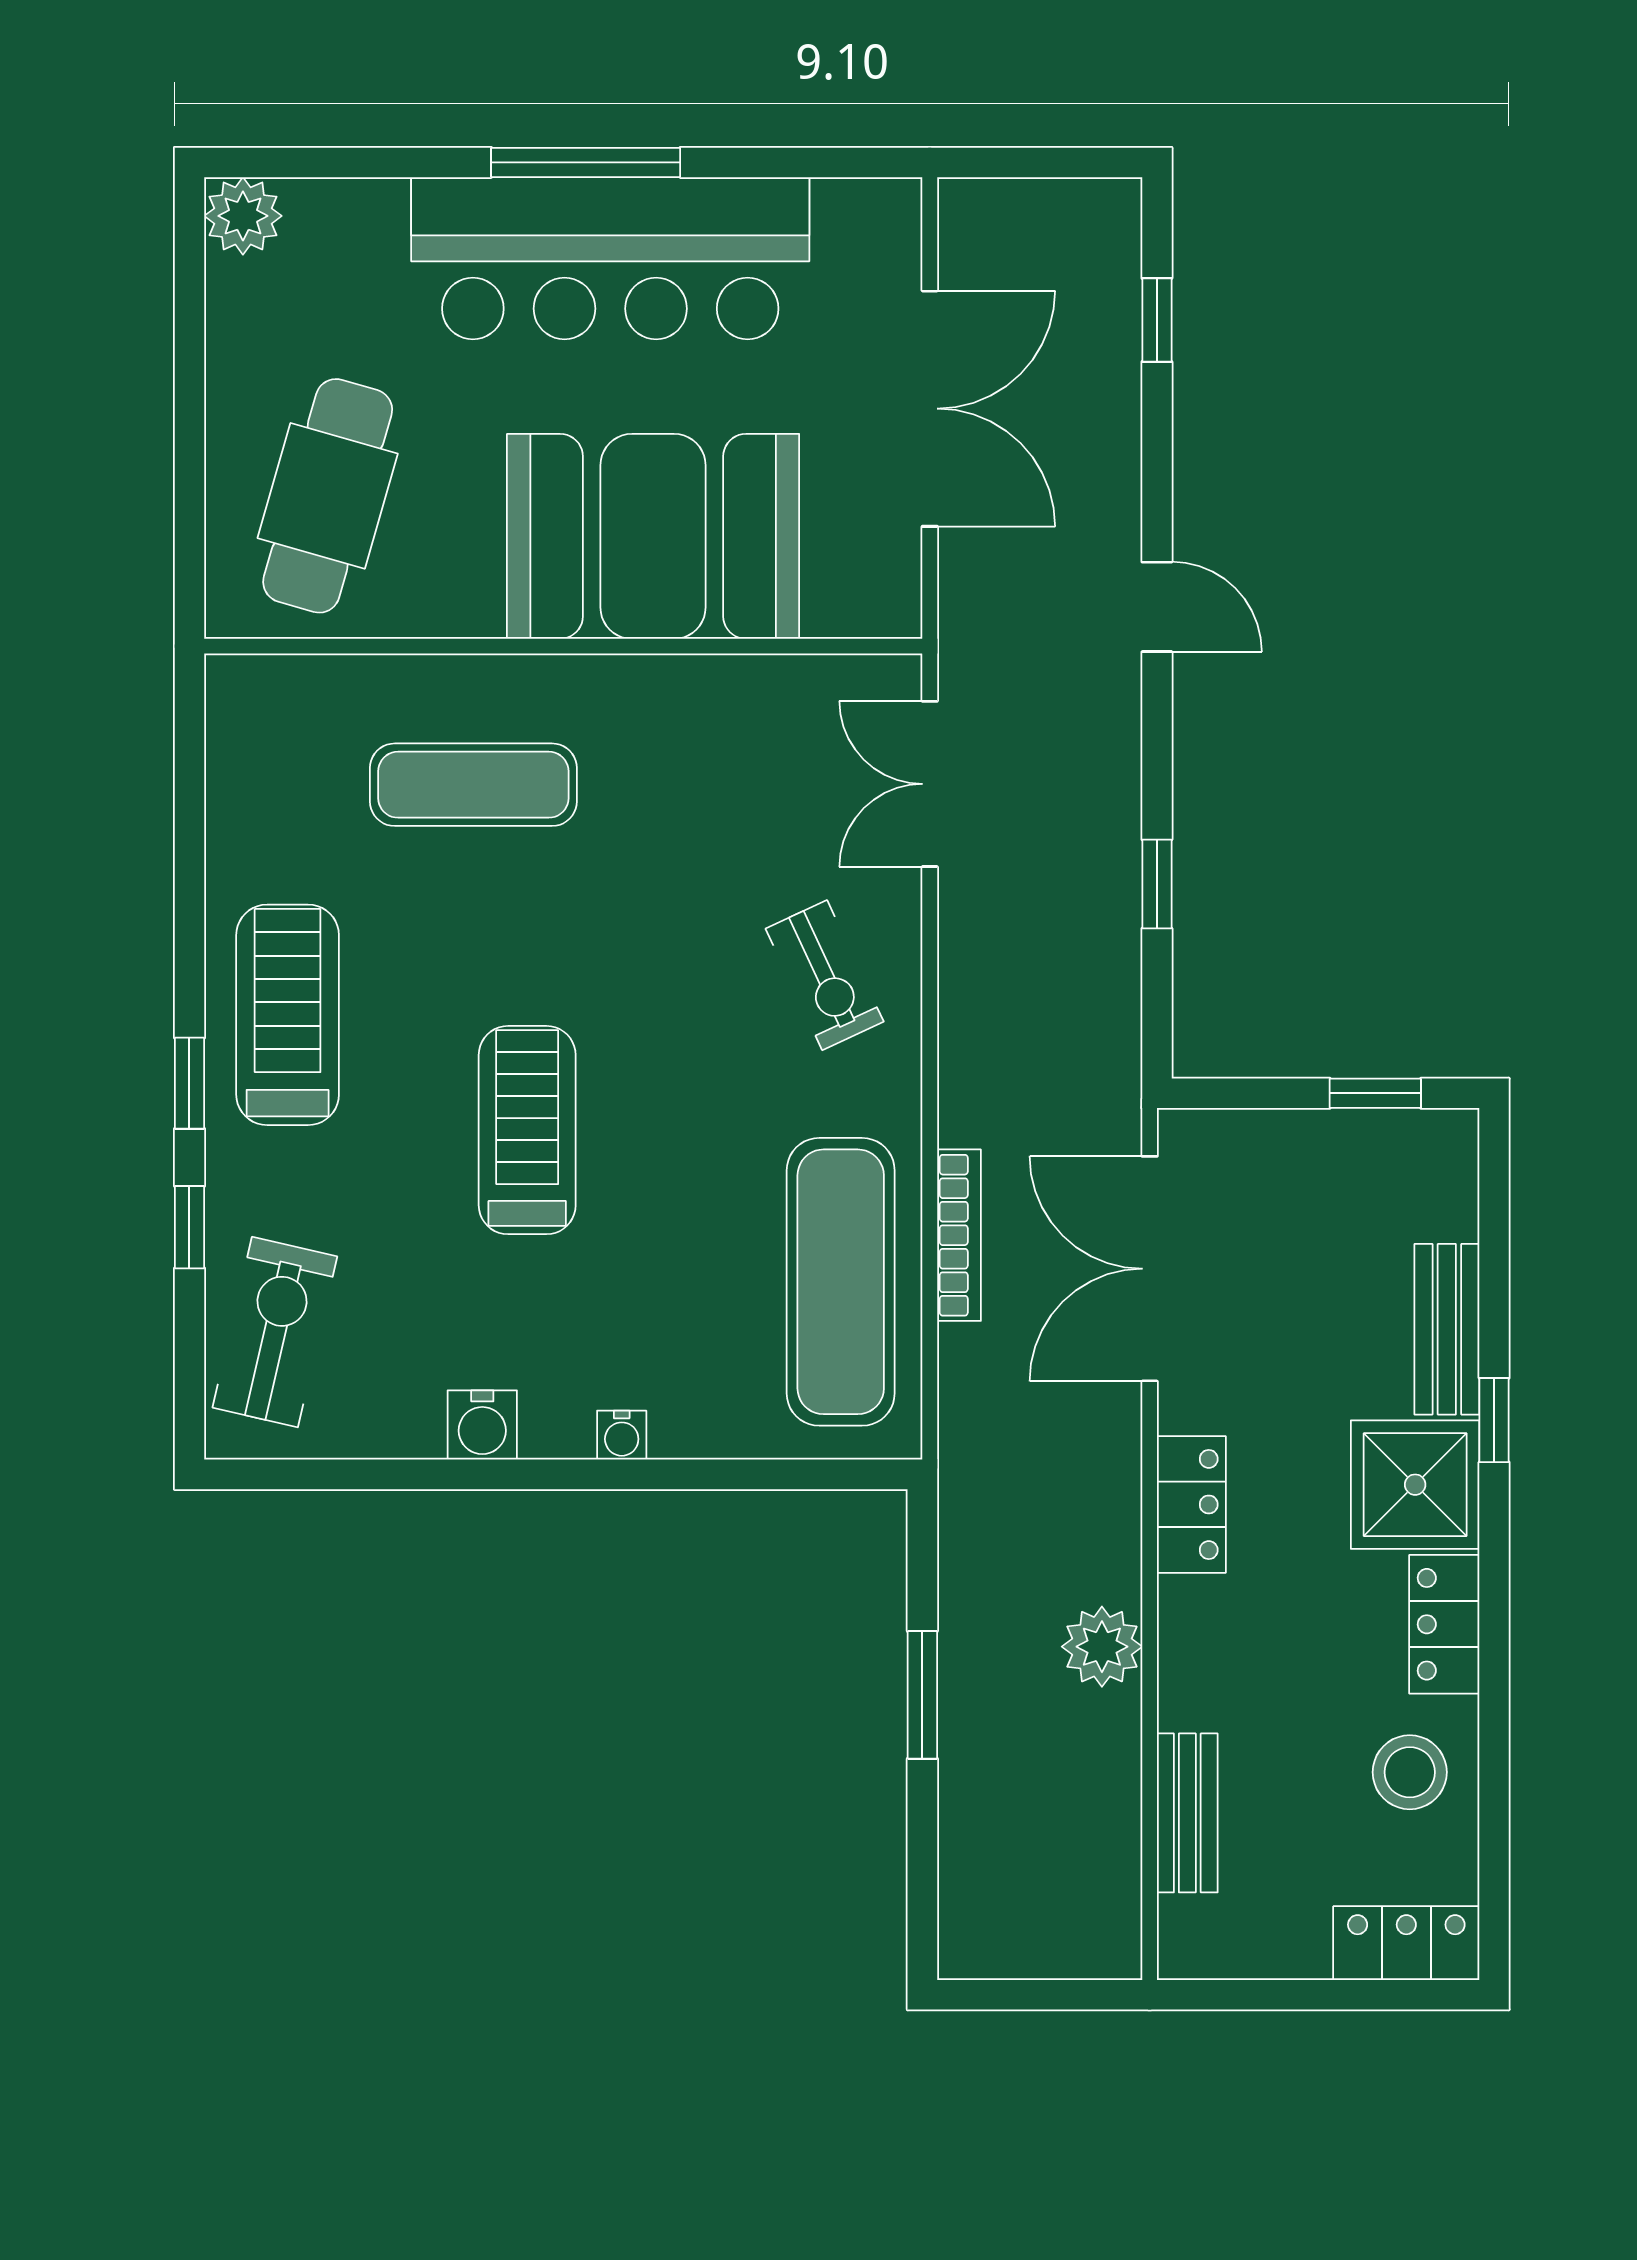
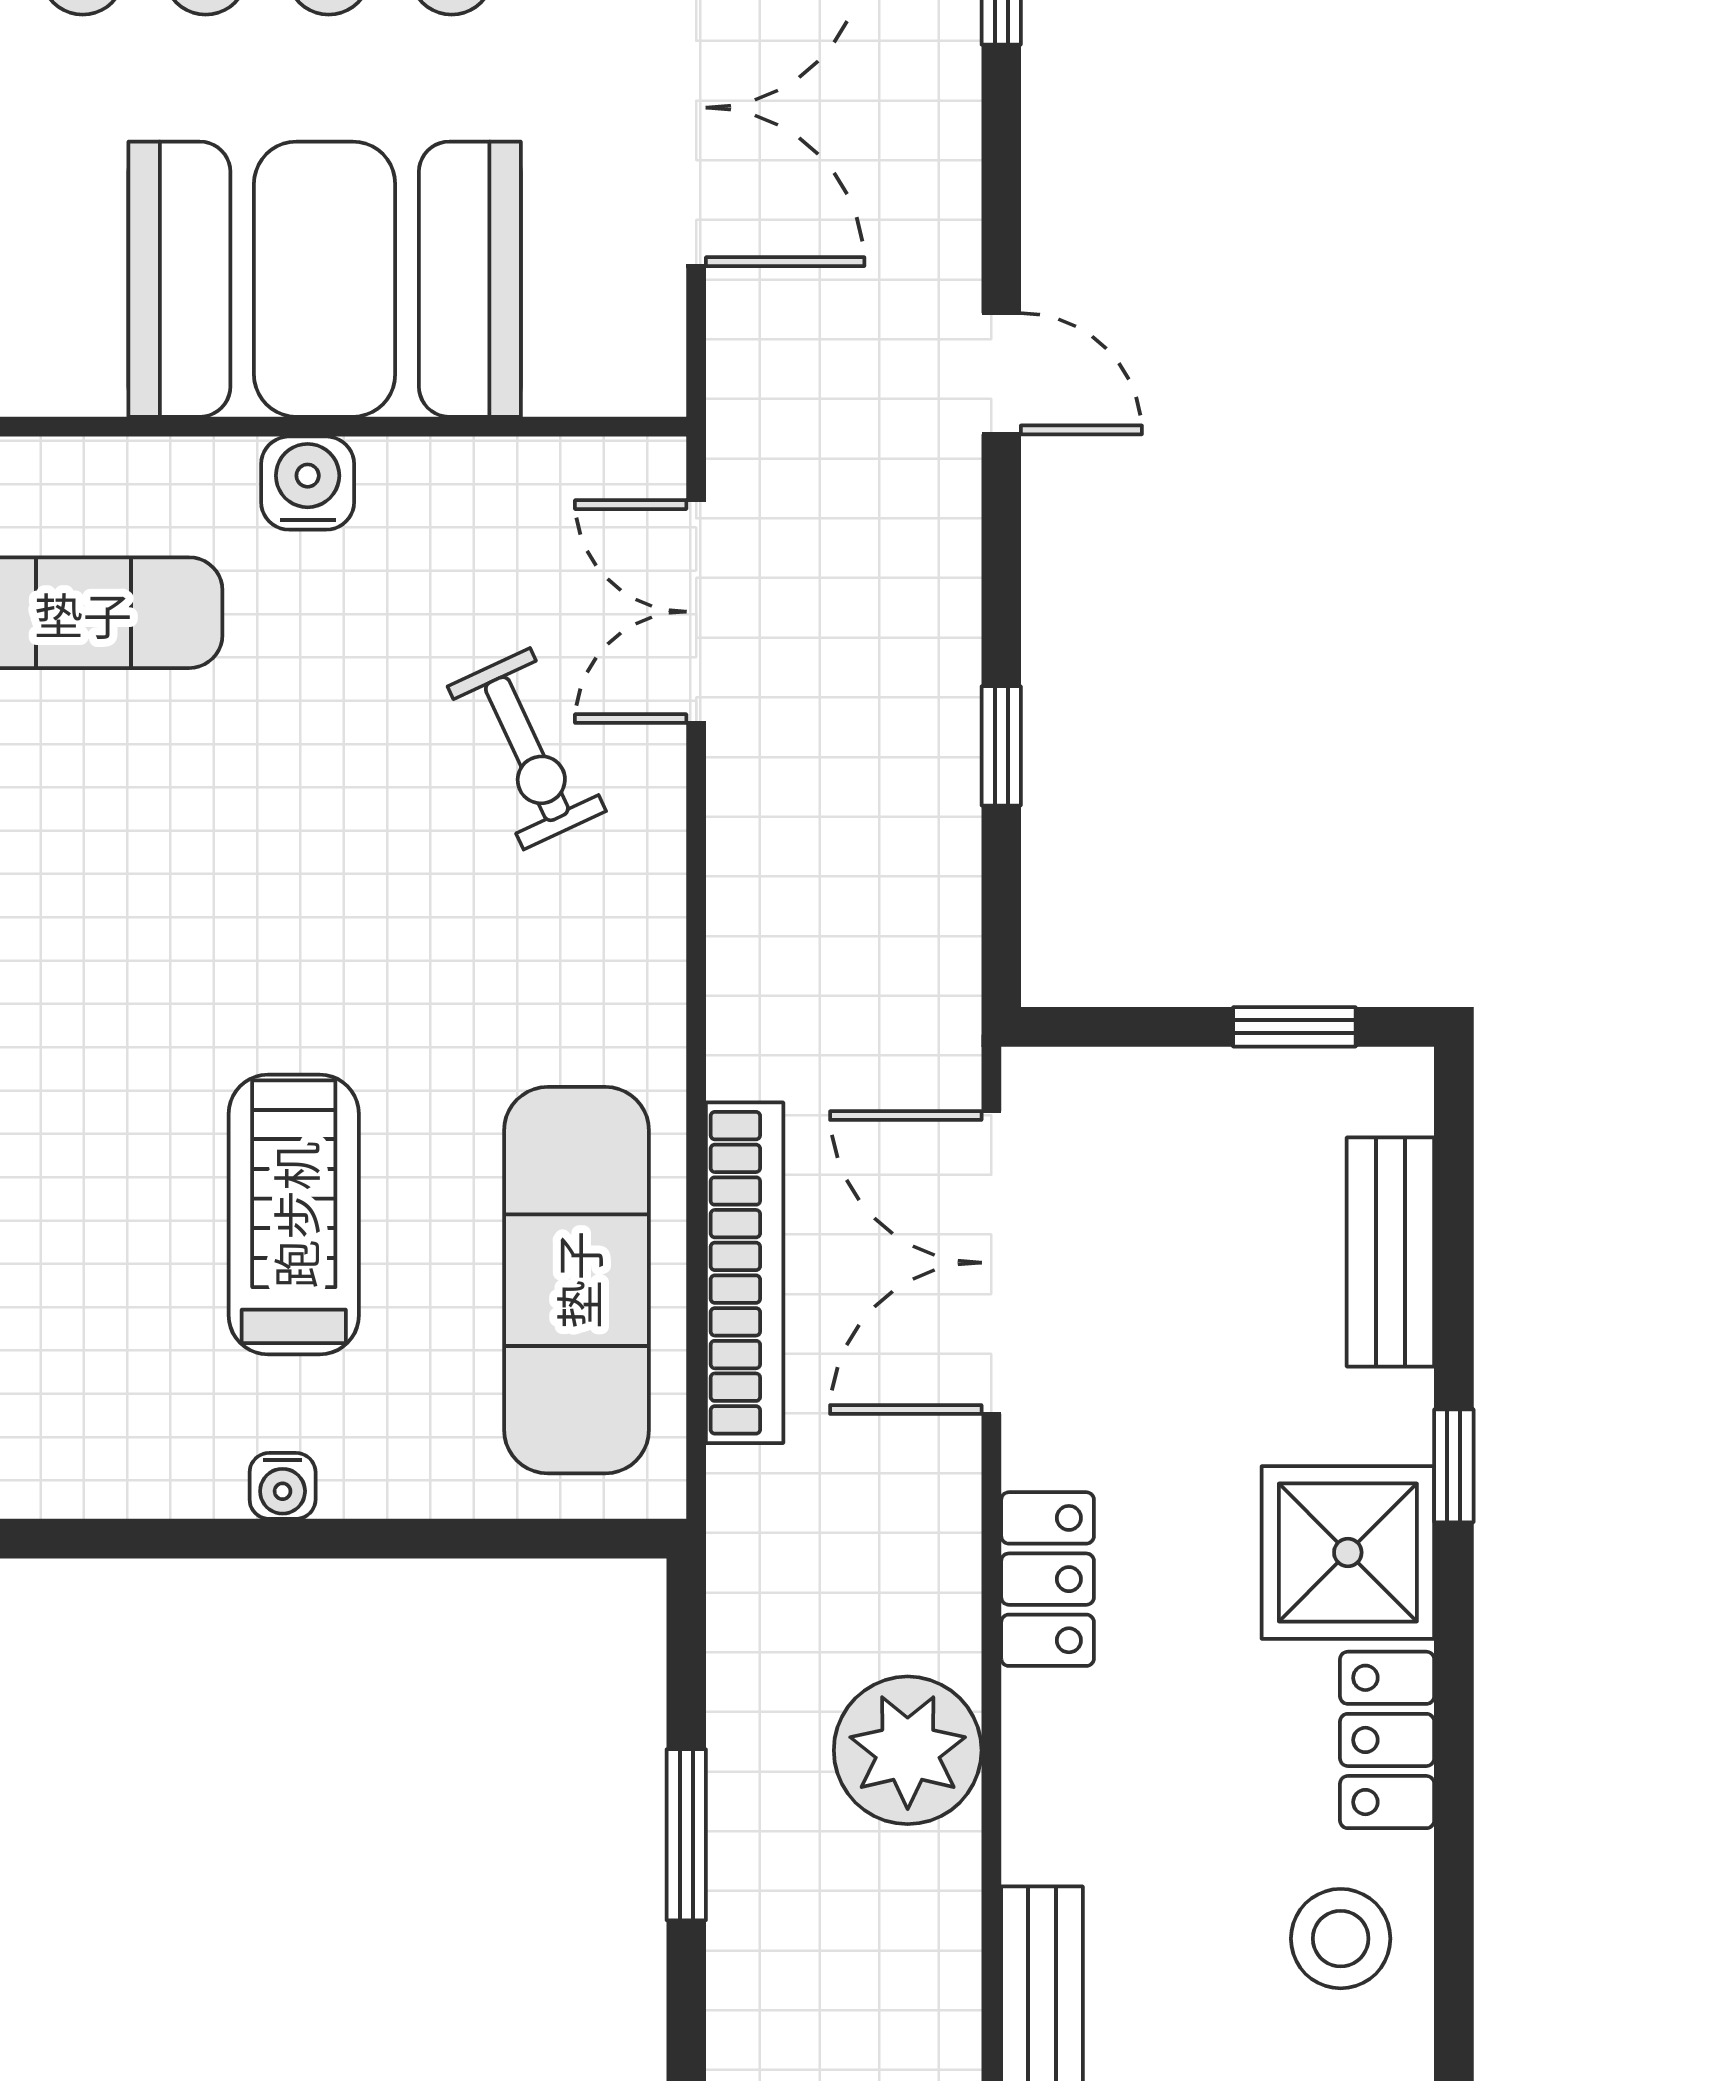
exercise bike: (825, 975) -> (527, 749), moved
treadmill: (527, 1130) -> (294, 1215), moved
bookcase: (959, 1235) -> (745, 1273), width x1.48, depth x1.31
bench: (1447, 1329) -> (1390, 1252), moved
water cooler: (482, 1425) -> (308, 483), moved, turned 180
plant: (1102, 1647) -> (908, 1750), width x1.36, depth x1.36

